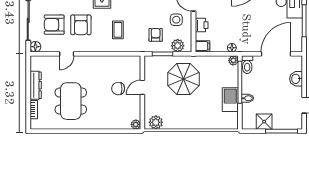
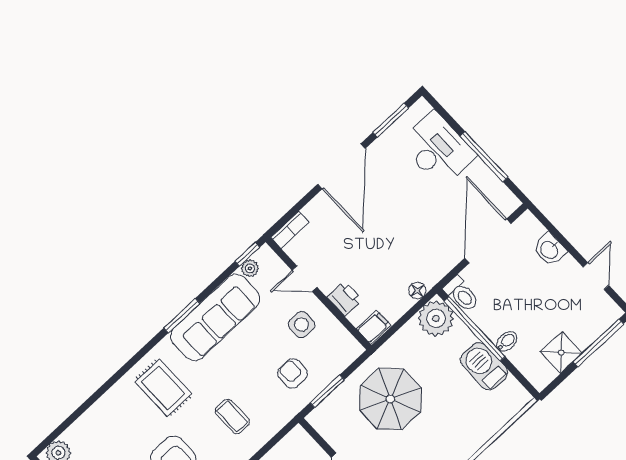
plant: (178, 46) -> (338, 359), removed
plant: (233, 60) -> (436, 318), width x1.88, depth x1.88

